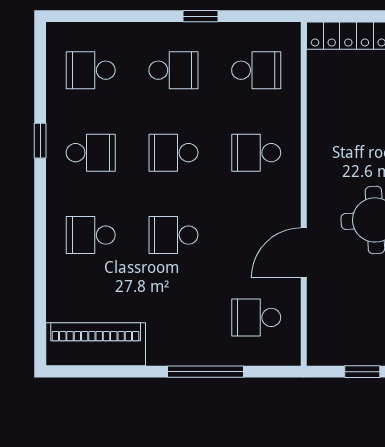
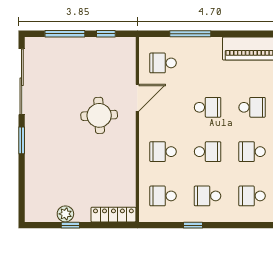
school desk: (91, 70) -> (252, 196), turned 180
school desk: (256, 153) -> (163, 152), turned 180
school desk: (256, 317) -> (163, 63), turned 180

